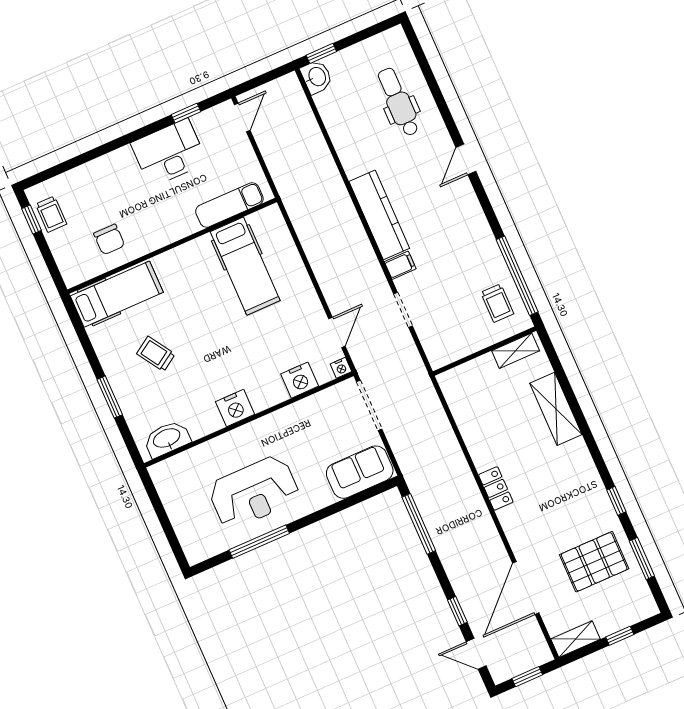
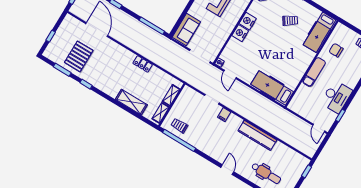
washbasin: (317, 77) -> (302, 162), removed
exam couch: (229, 205) -> (314, 72), moved
kitchen counter: (379, 215) -> (257, 135), moved
hospital bed: (245, 266) -> (272, 88), moved
nightstand: (300, 380) -> (240, 33), moved
locker: (496, 488) -> (143, 64), moved
shelving: (576, 639) -> (171, 95), moved

